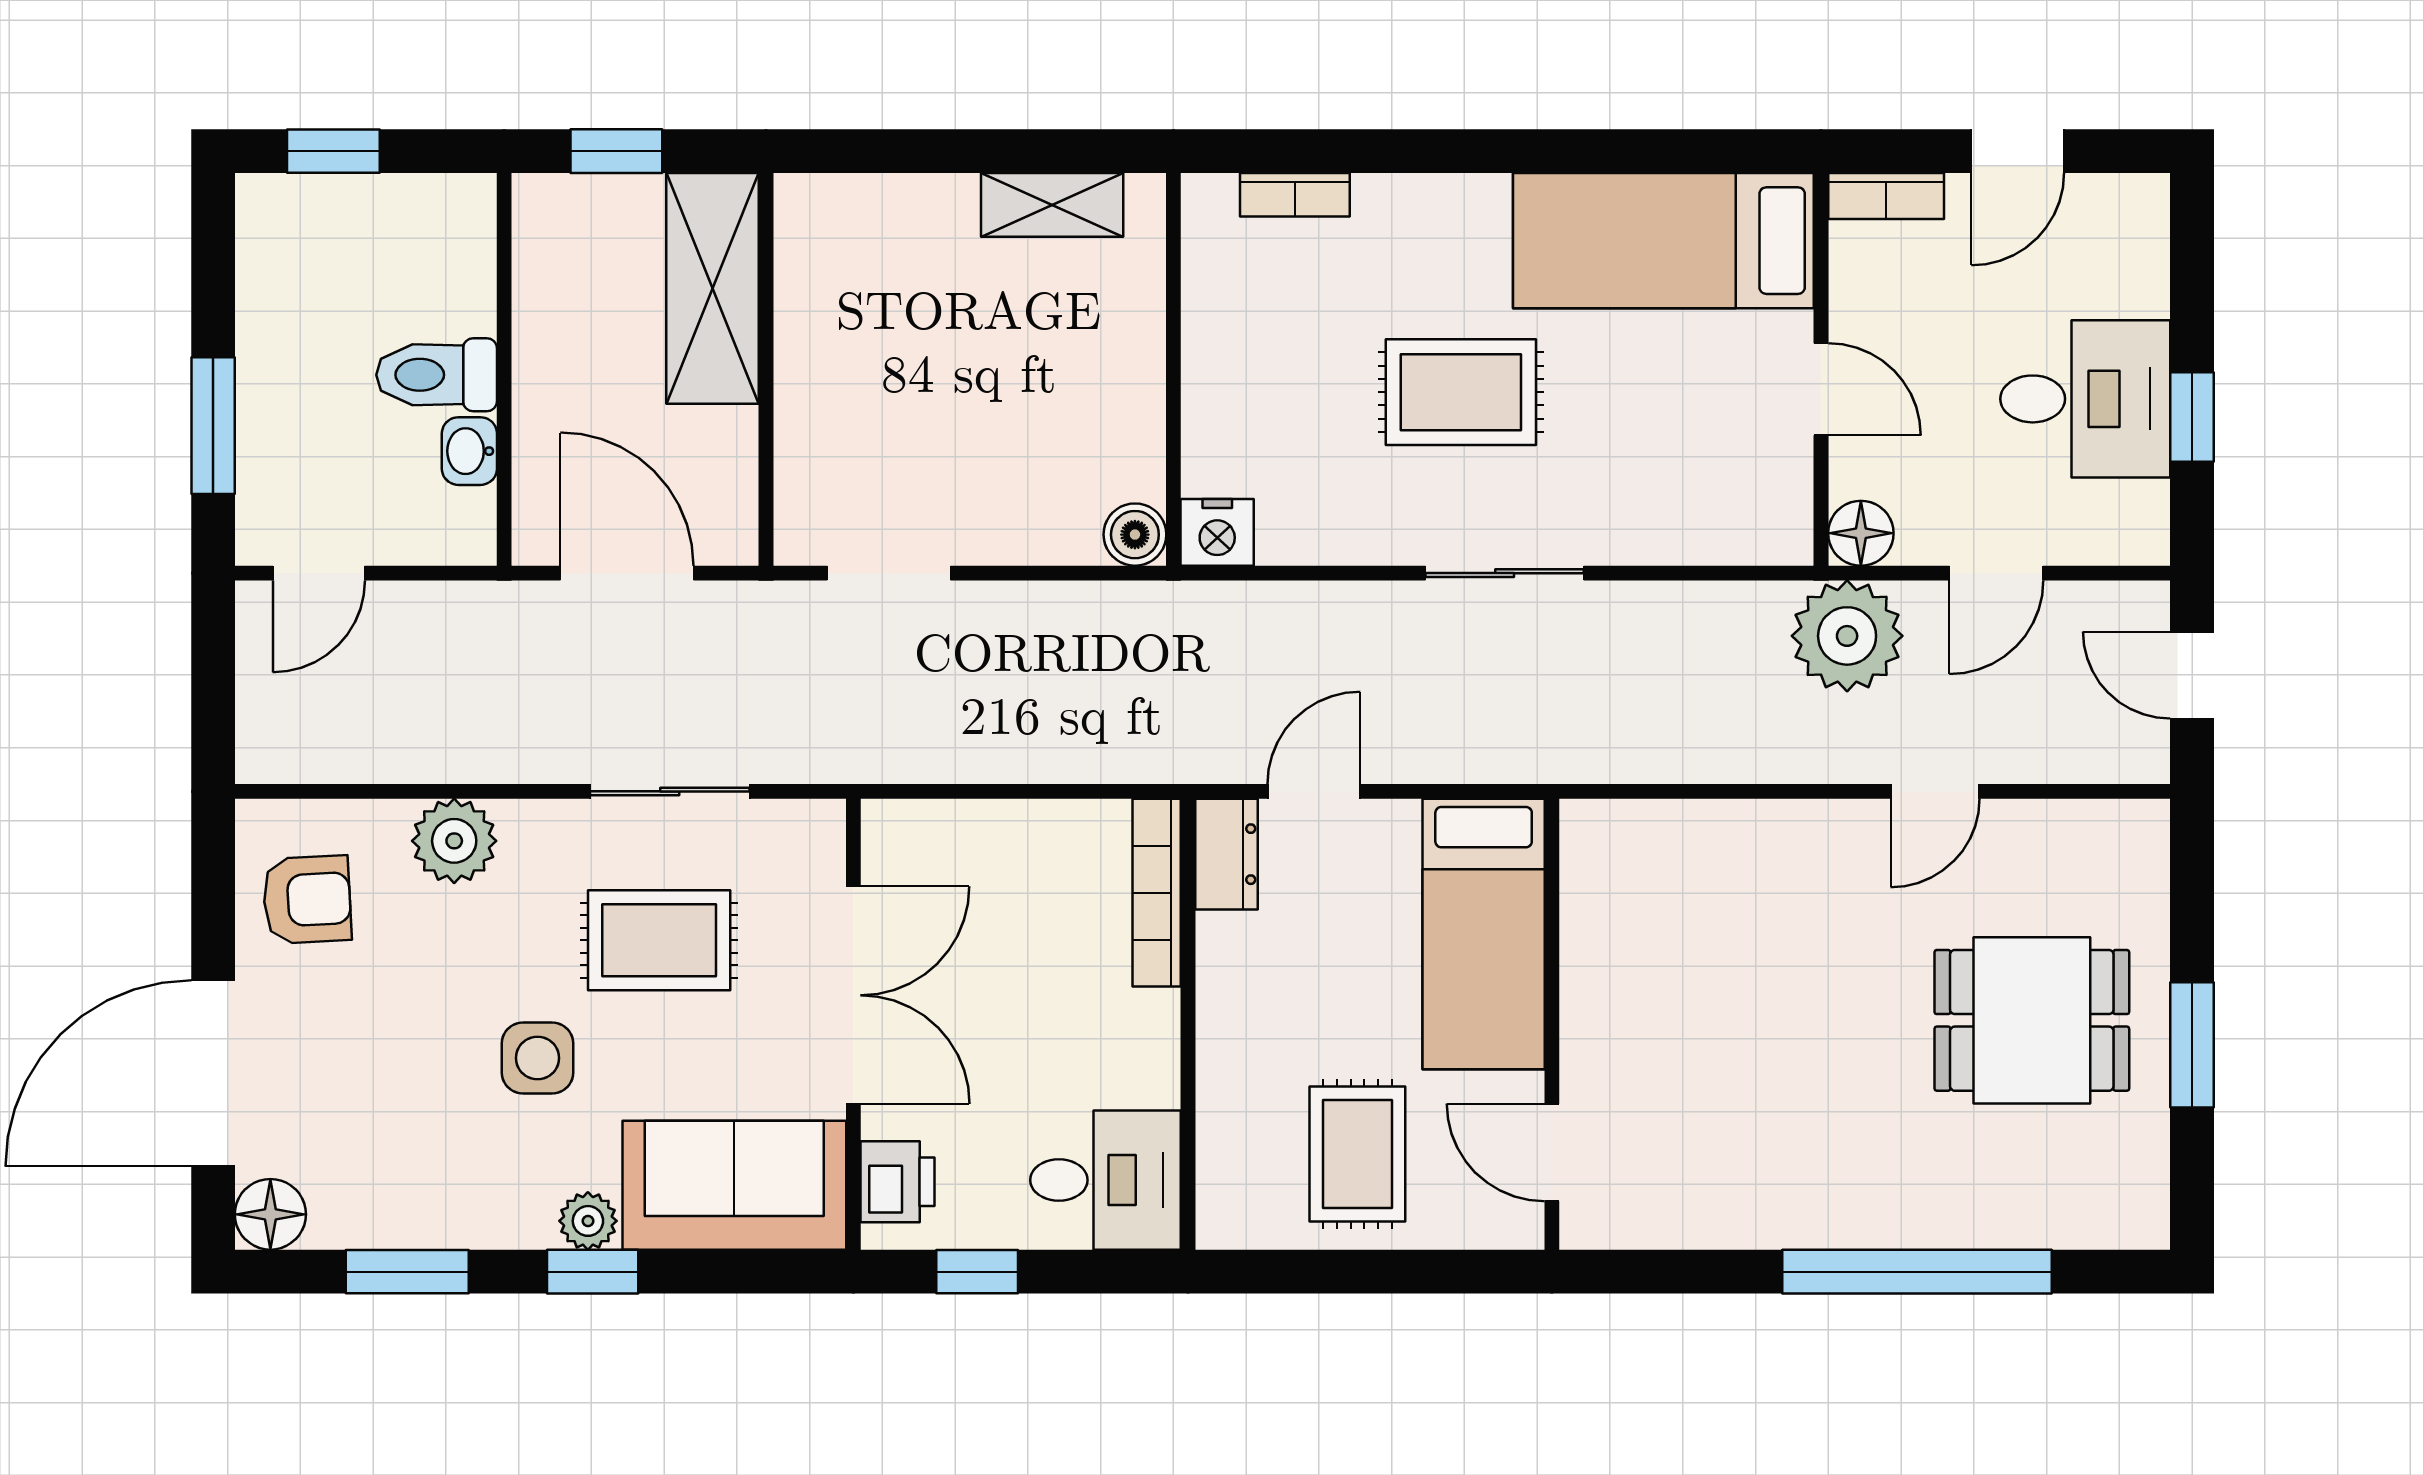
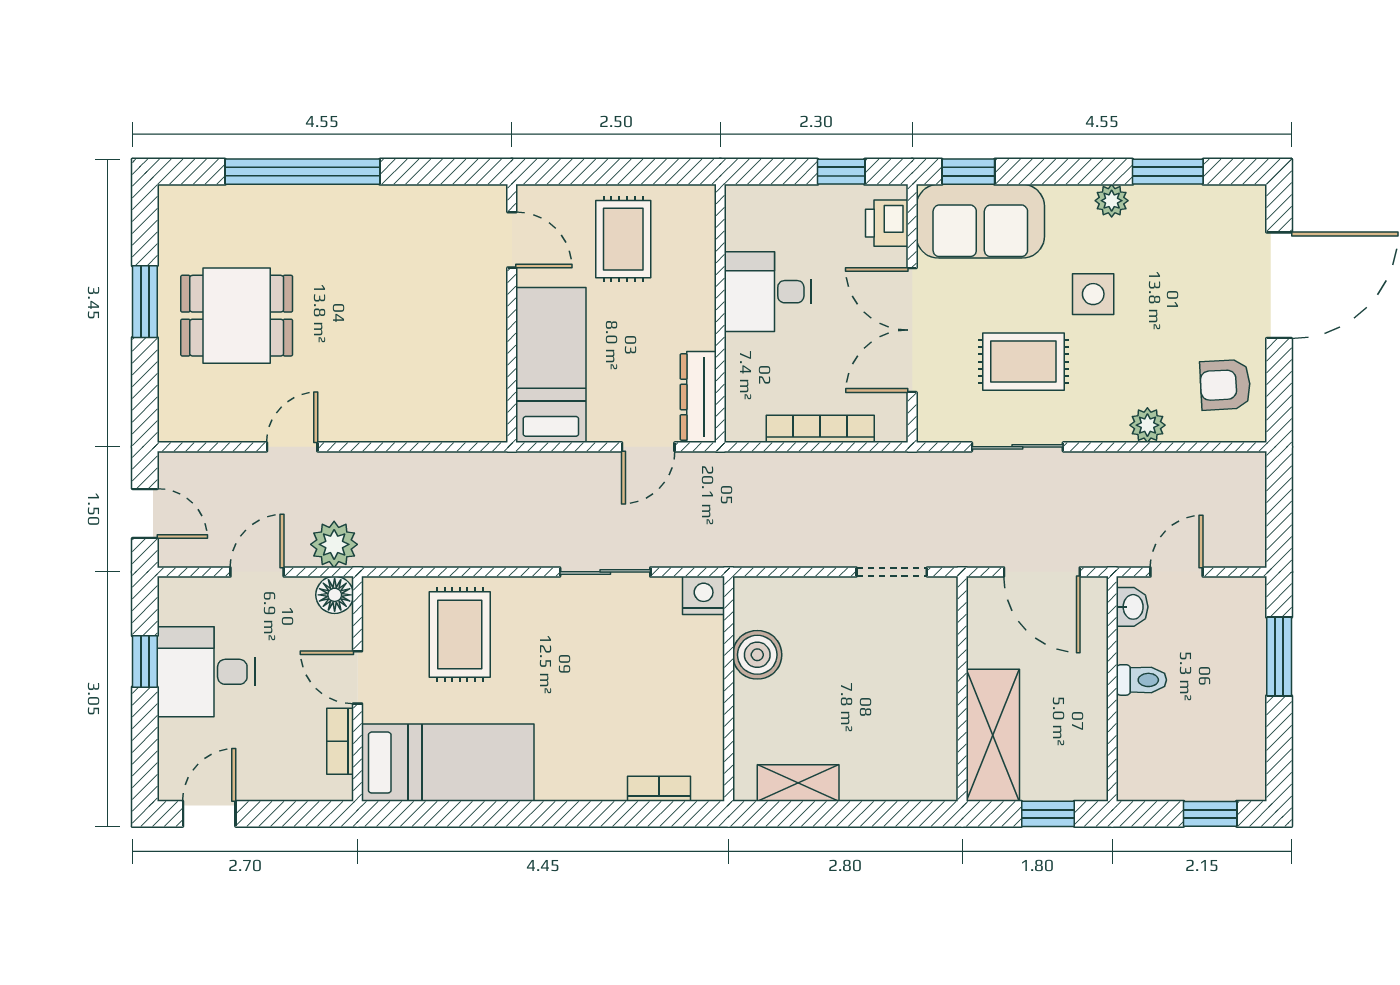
door: (2018, 151) -> (209, 814), moved
bookcase: (1886, 196) -> (340, 741), moved, turned -90
toilet: (437, 375) -> (1141, 680), width x0.73, depth x0.72
rug: (1461, 392) -> (460, 635), moved, turned 90
washbasin: (469, 451) -> (1132, 607), moved
boiler: (1135, 535) -> (757, 655), moved, width x1.36, depth x1.36
door: (319, 573) -> (1177, 572), moved
sliding door: (1505, 573) -> (605, 572), moved
plant: (1847, 636) -> (334, 544), width x0.73, depth x0.73
plant: (454, 841) -> (1147, 425), width x0.73, depth x0.73
dresser: (1226, 854) -> (698, 397), width x1.44
bookcase: (1157, 893) -> (820, 429), moved, turned -90
desk: (1106, 1180) -> (768, 292), moved
floor lamp: (270, 1214) -> (1246, 204), removed
plant: (588, 1221) -> (1112, 201), moved
window: (593, 1272) -> (968, 172), moved

